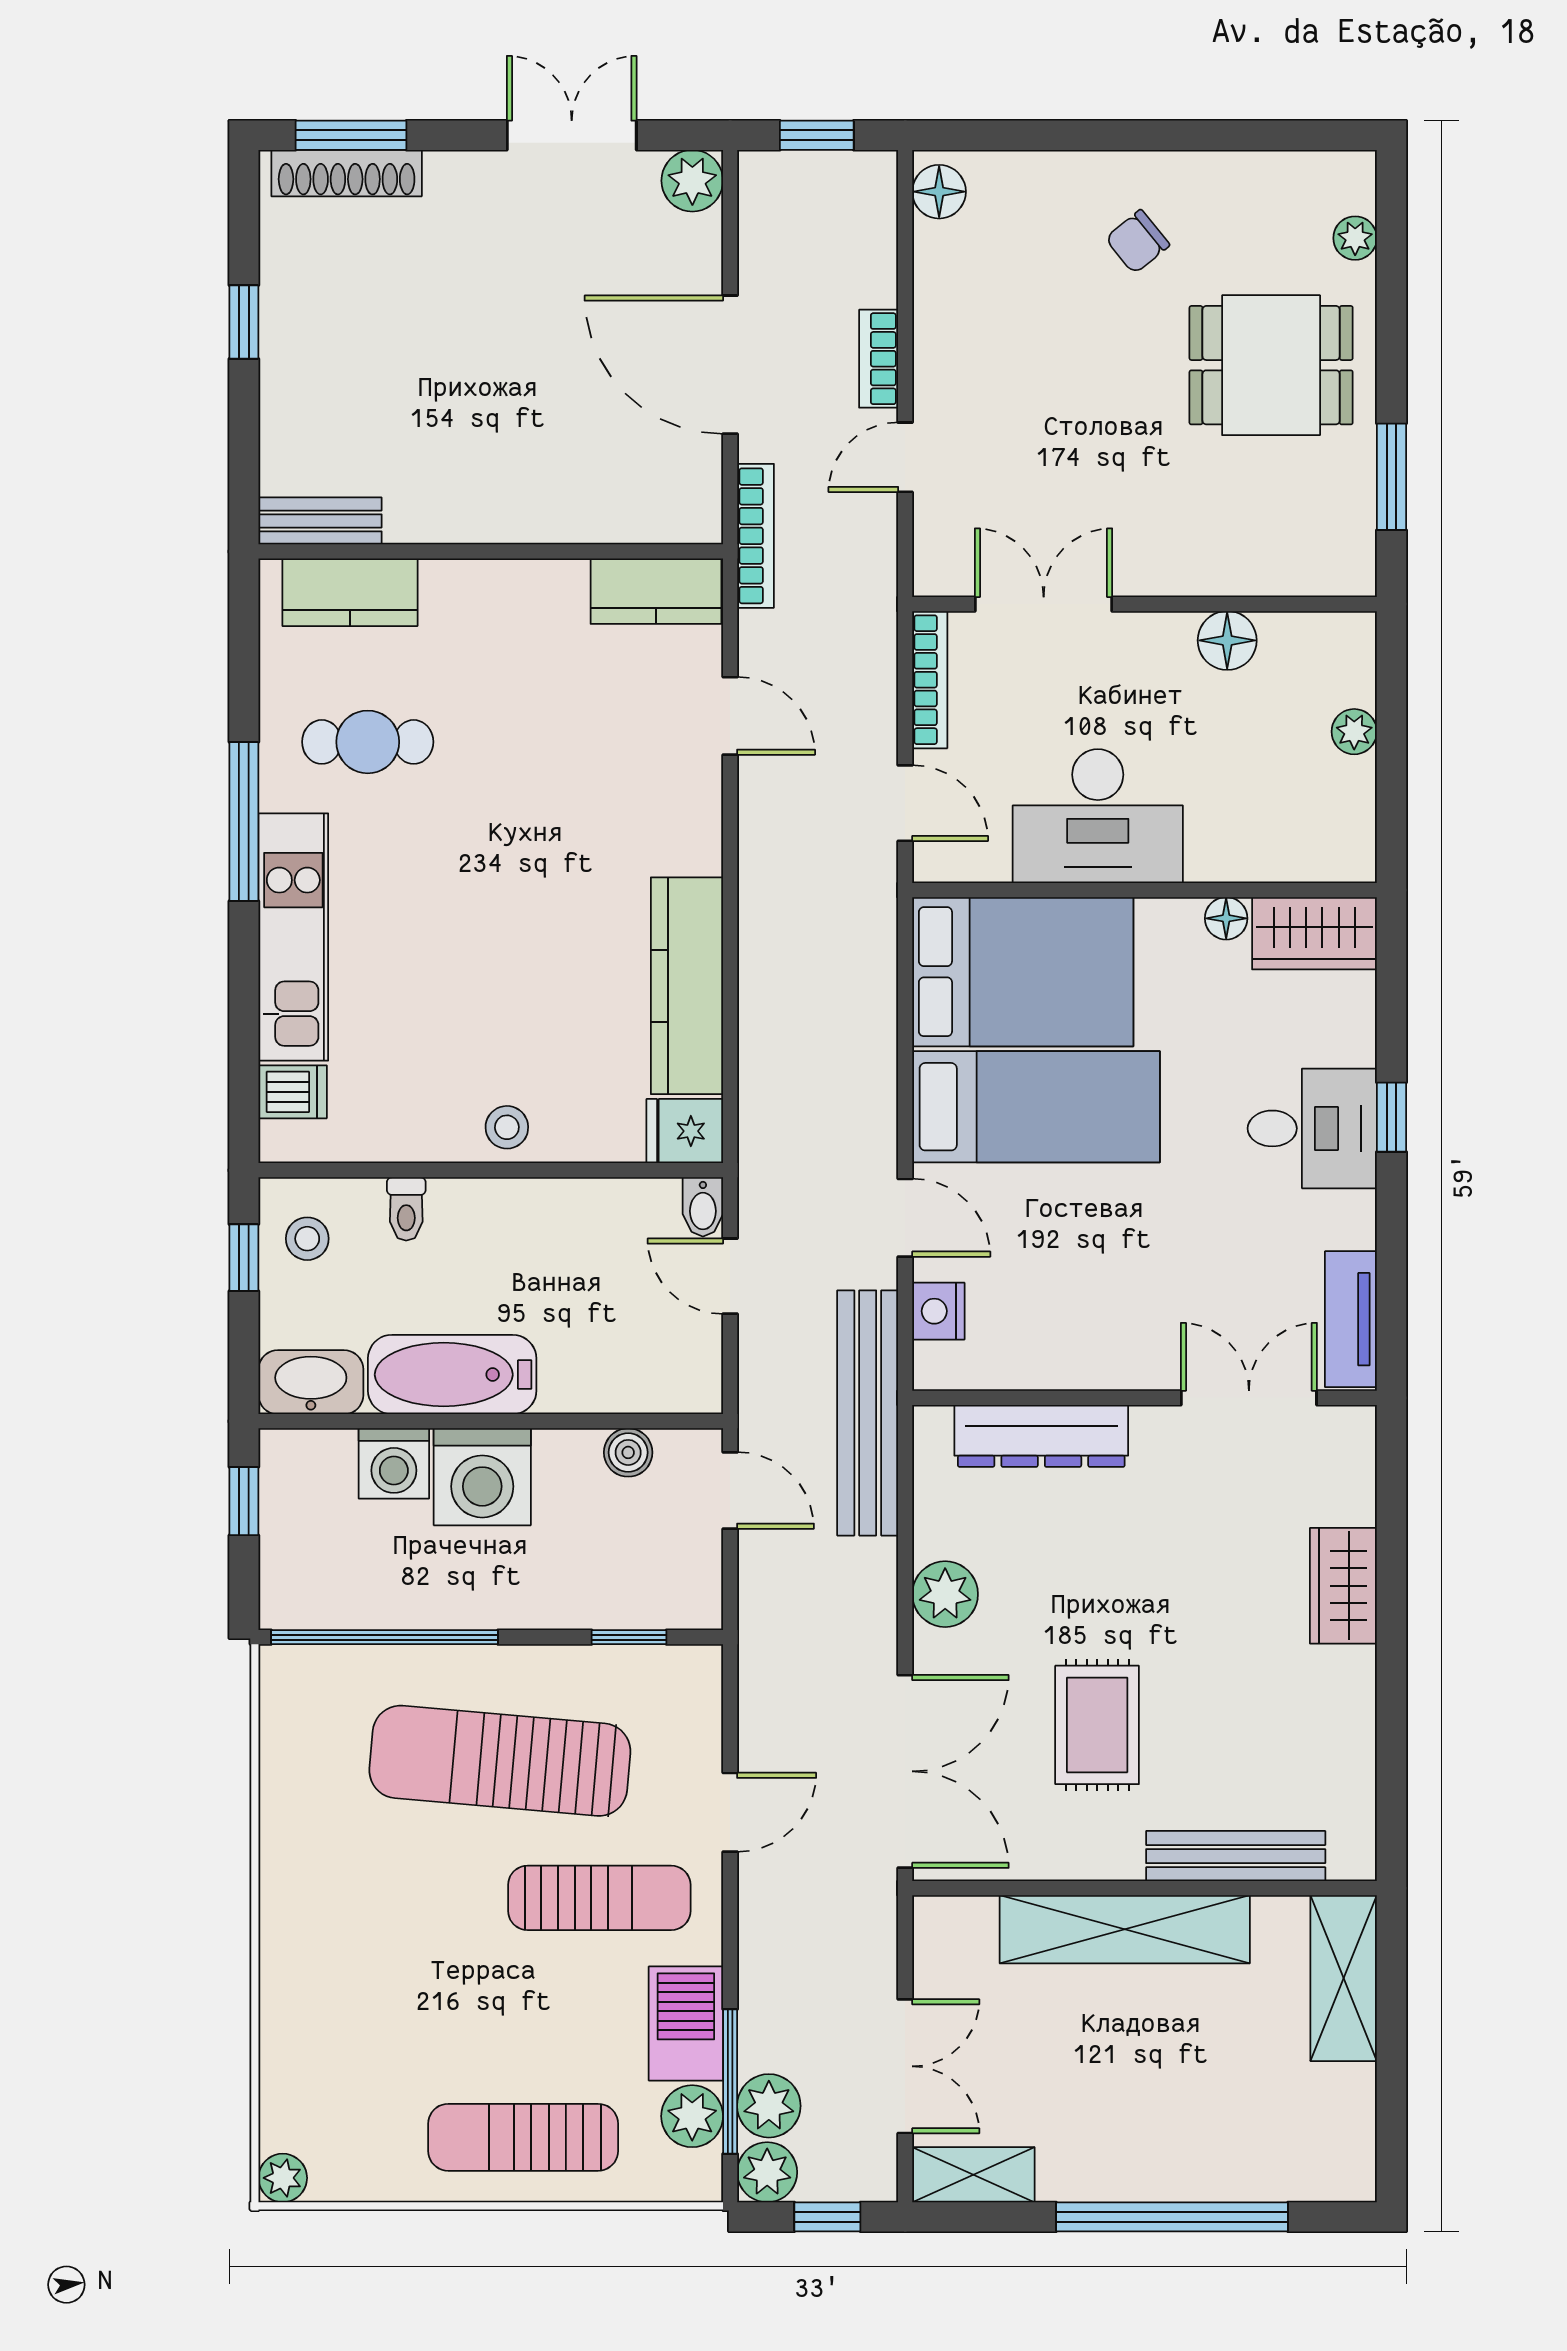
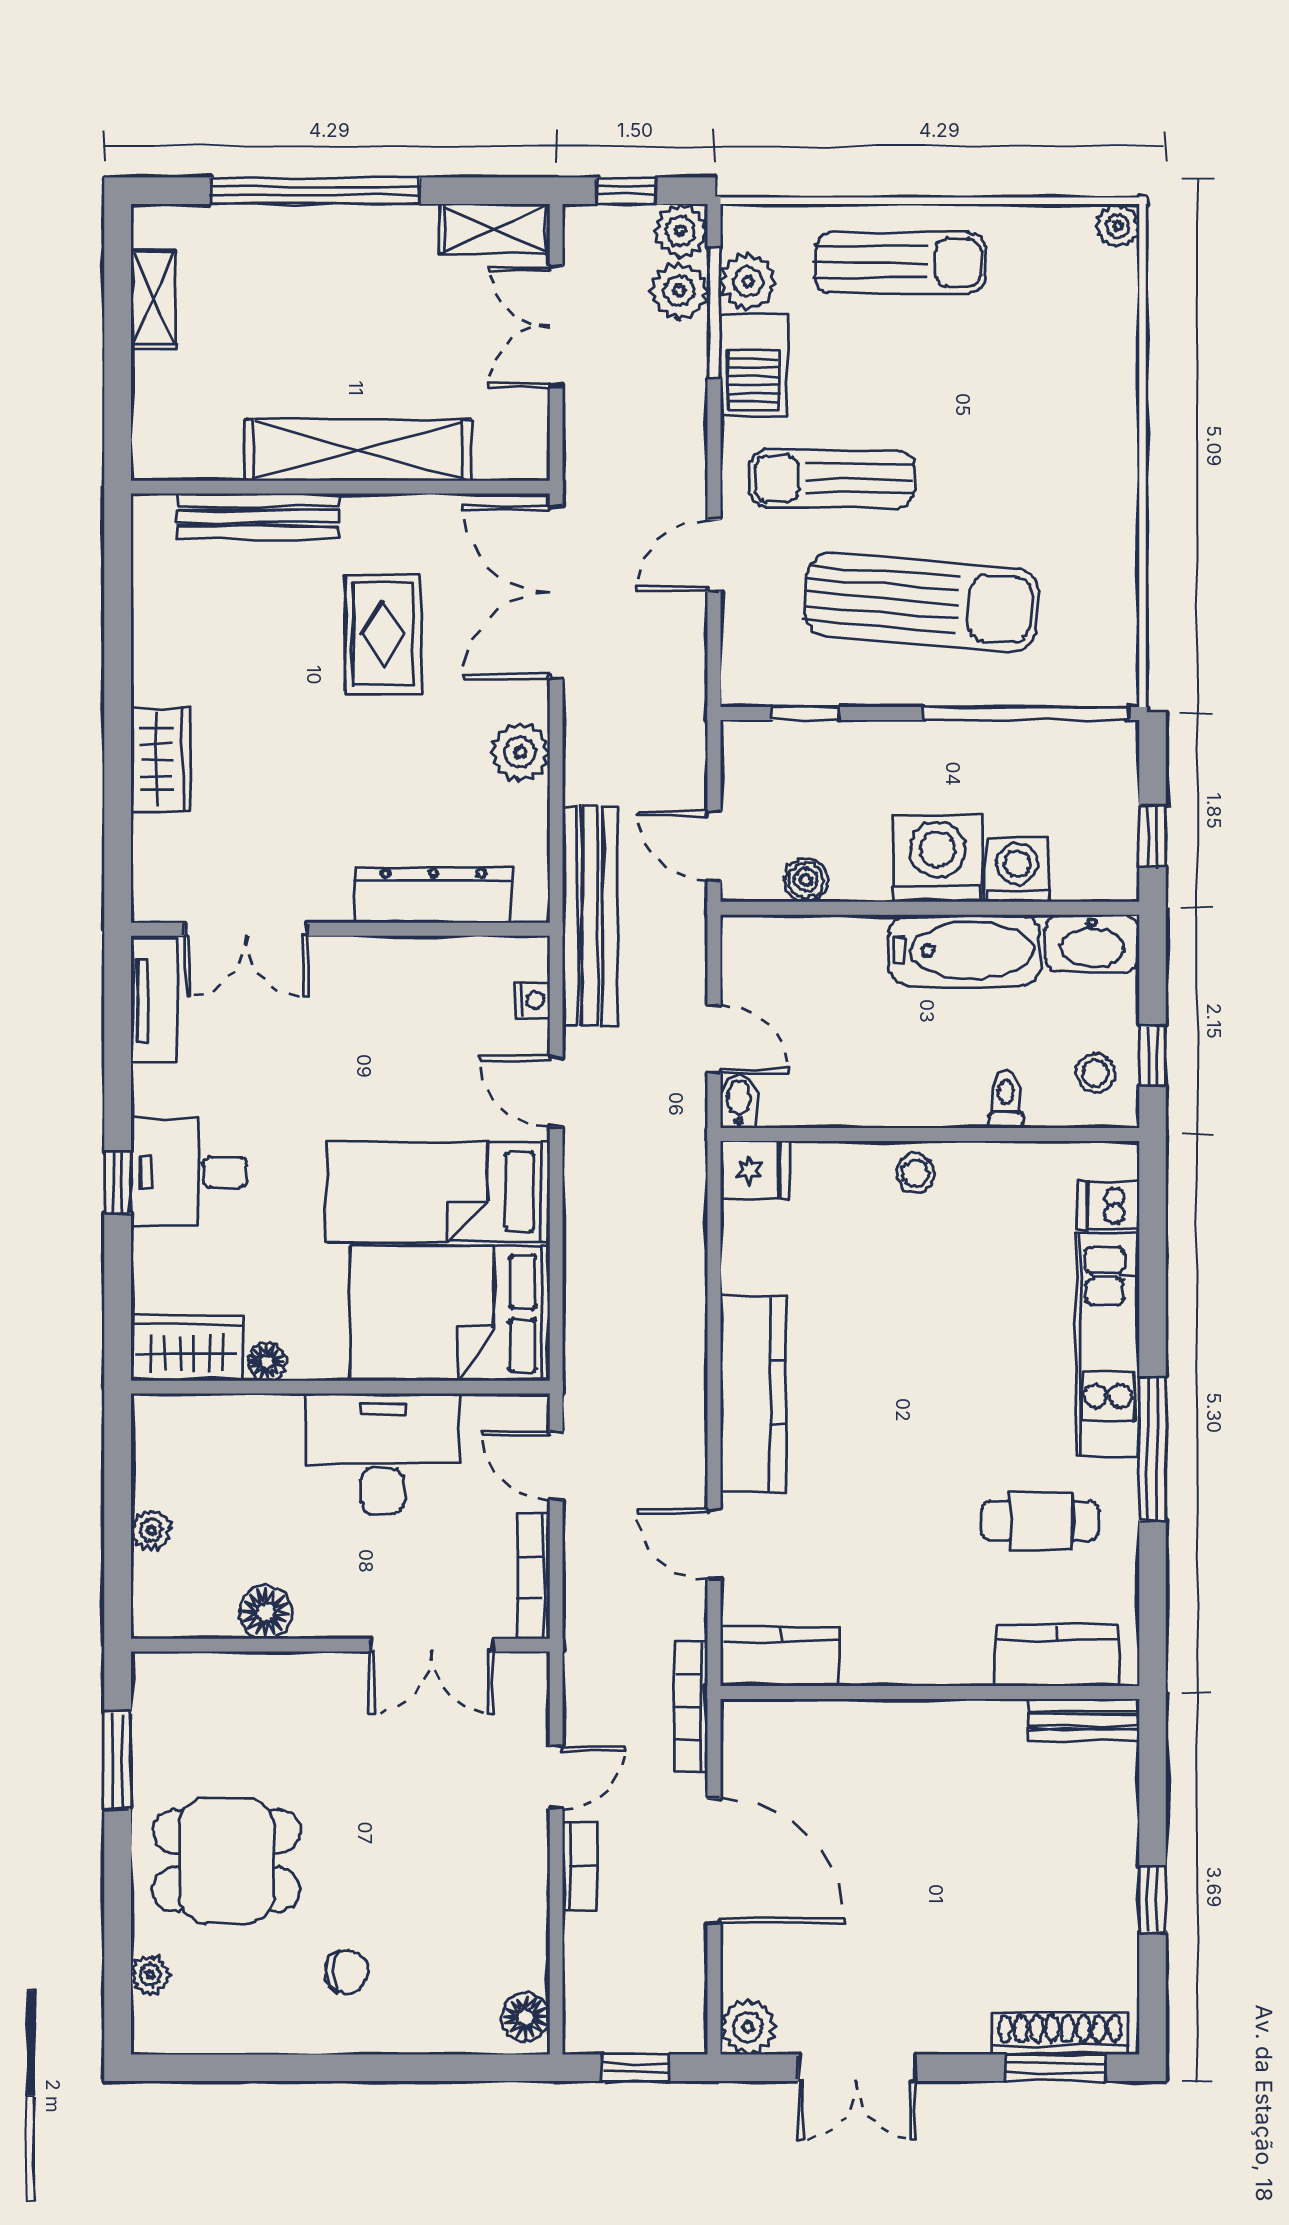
chair: (1137, 242) -> (347, 1972), turned 39
kitchen counter: (687, 986) -> (753, 1394), moved
nightstand: (938, 1311) -> (532, 1000), width x0.72, depth x0.74
shelving: (1344, 1978) -> (153, 299), moved, width x0.67, depth x0.75

